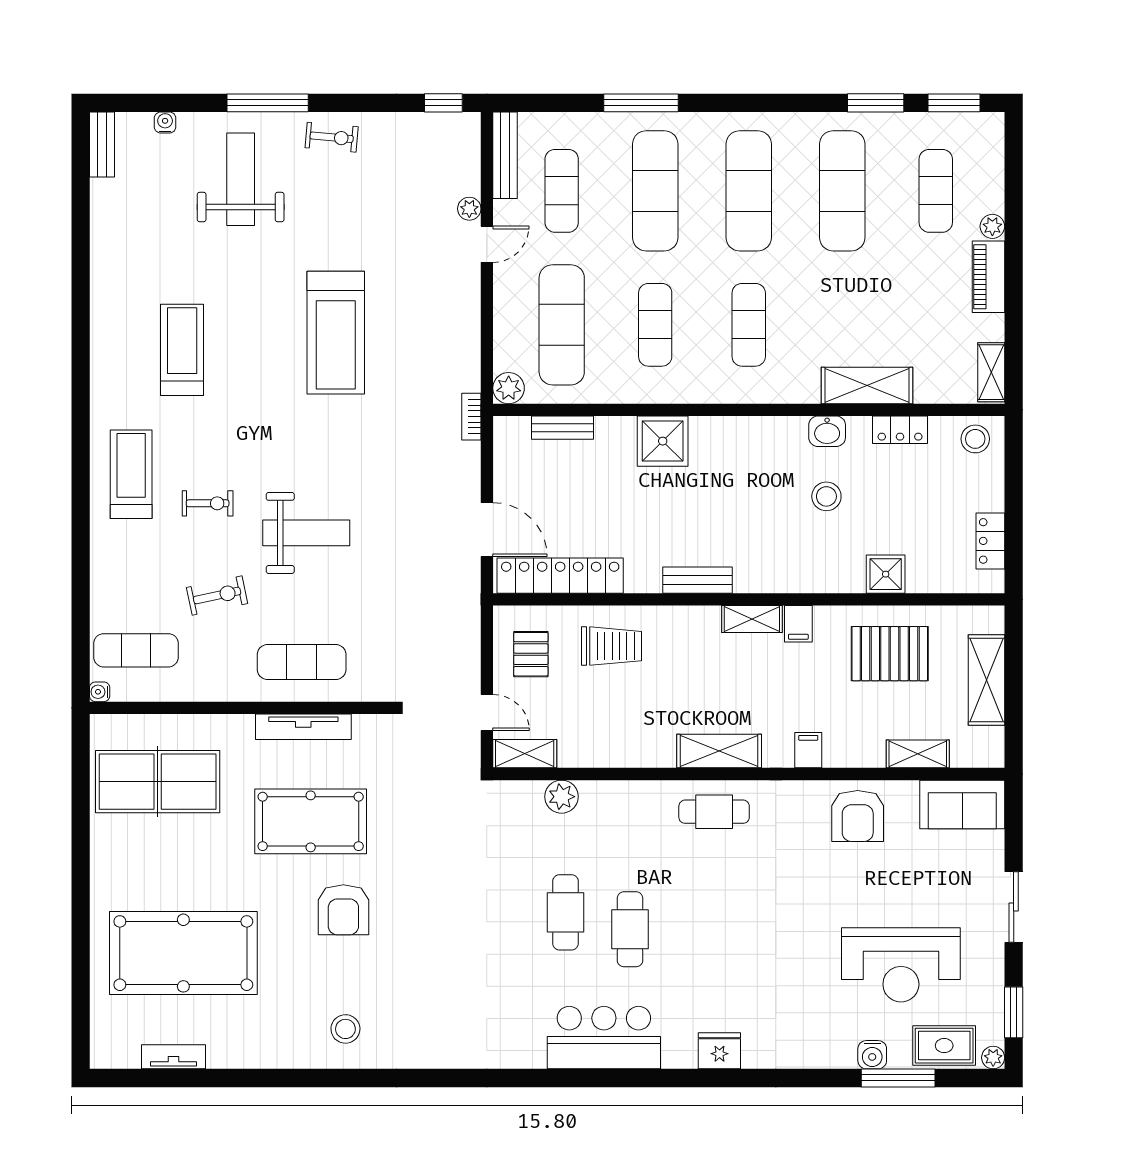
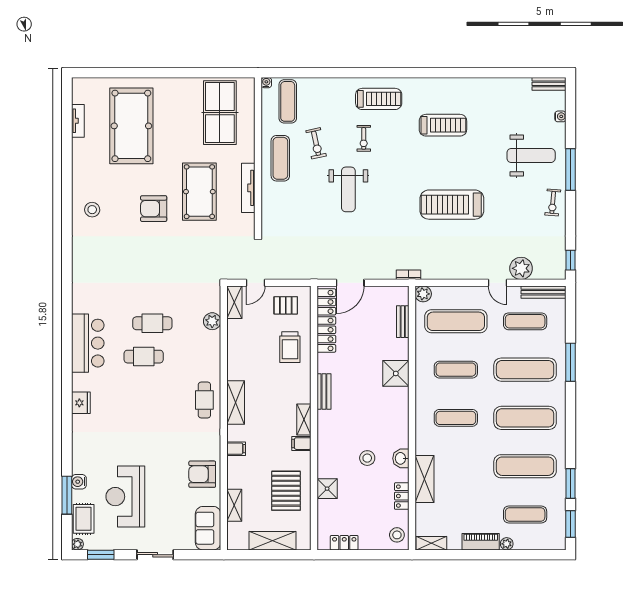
plant: (469, 209) -> (521, 268), width x1.88, depth x1.88
exercise mat: (302, 662) -> (280, 158), moved

